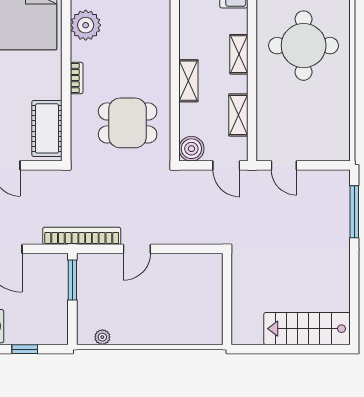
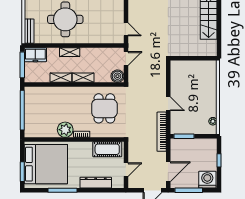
plant: (86, 25) -> (65, 130), moved
shelving: (238, 115) -> (61, 78), moved
door: (284, 165) -> (126, 29), hinge flipped

